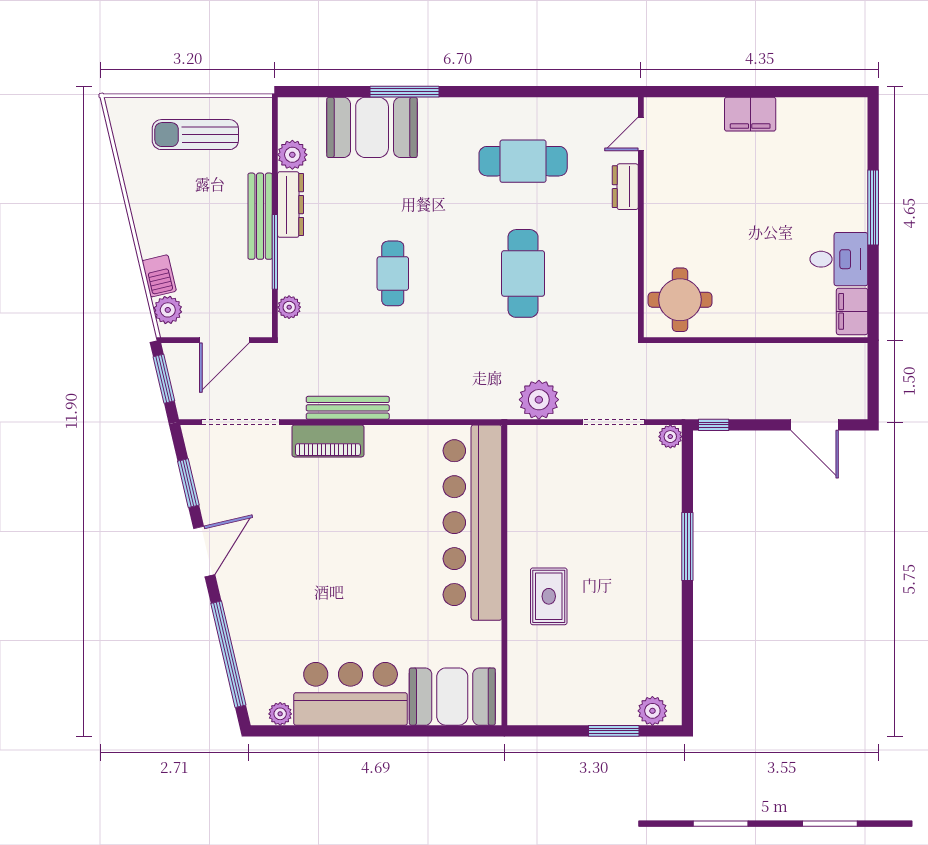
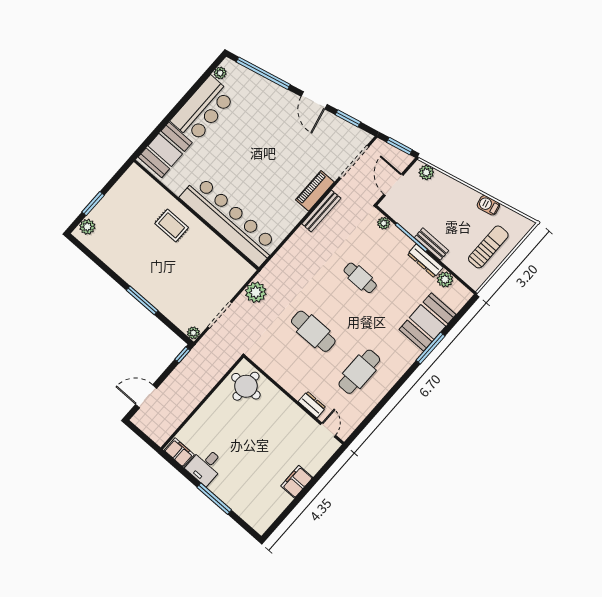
bench: (260, 216) -> (431, 244), width x0.73
barbecue: (159, 276) -> (488, 205), moved

